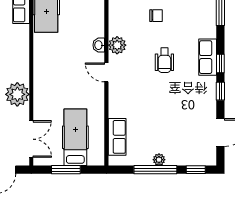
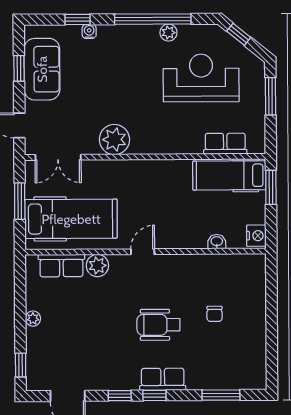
washbasin: (99, 45) -> (217, 242), moved
plant: (117, 45) -> (97, 266), moved
wheelchair: (164, 60) -> (158, 325), width x1.36, depth x1.37
hospital bed: (75, 137) -> (71, 219), width x1.37, depth x1.29
window: (155, 170) -> (20, 314), removed

